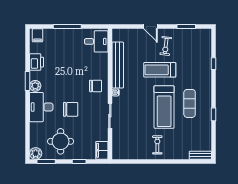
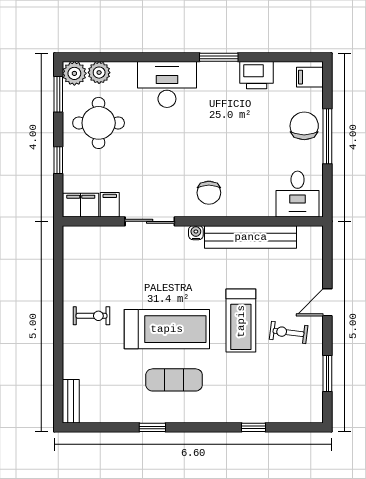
treadmill: (160, 70) -> (241, 321), turned 180
plant: (35, 86) -> (99, 73), moved
treadmill: (164, 107) -> (167, 329), turned 180
chair: (71, 109) -> (304, 126), moved, turned 180
filing cabinet: (102, 136) -> (110, 205), added

